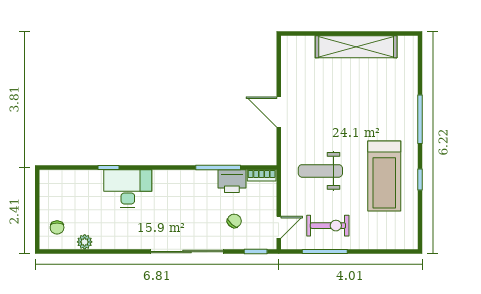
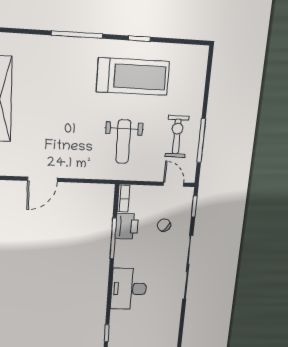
door: (279, 112) -> (42, 179), moved
desk: (128, 188) -> (129, 289), moved

